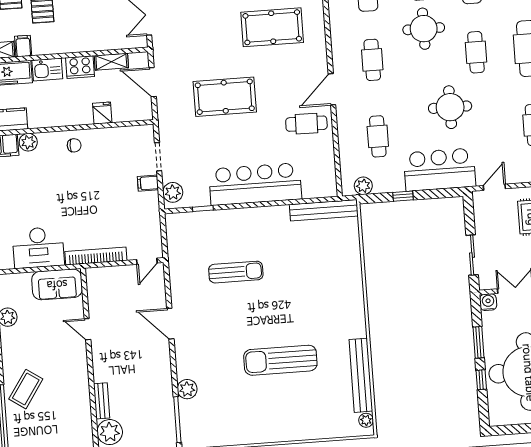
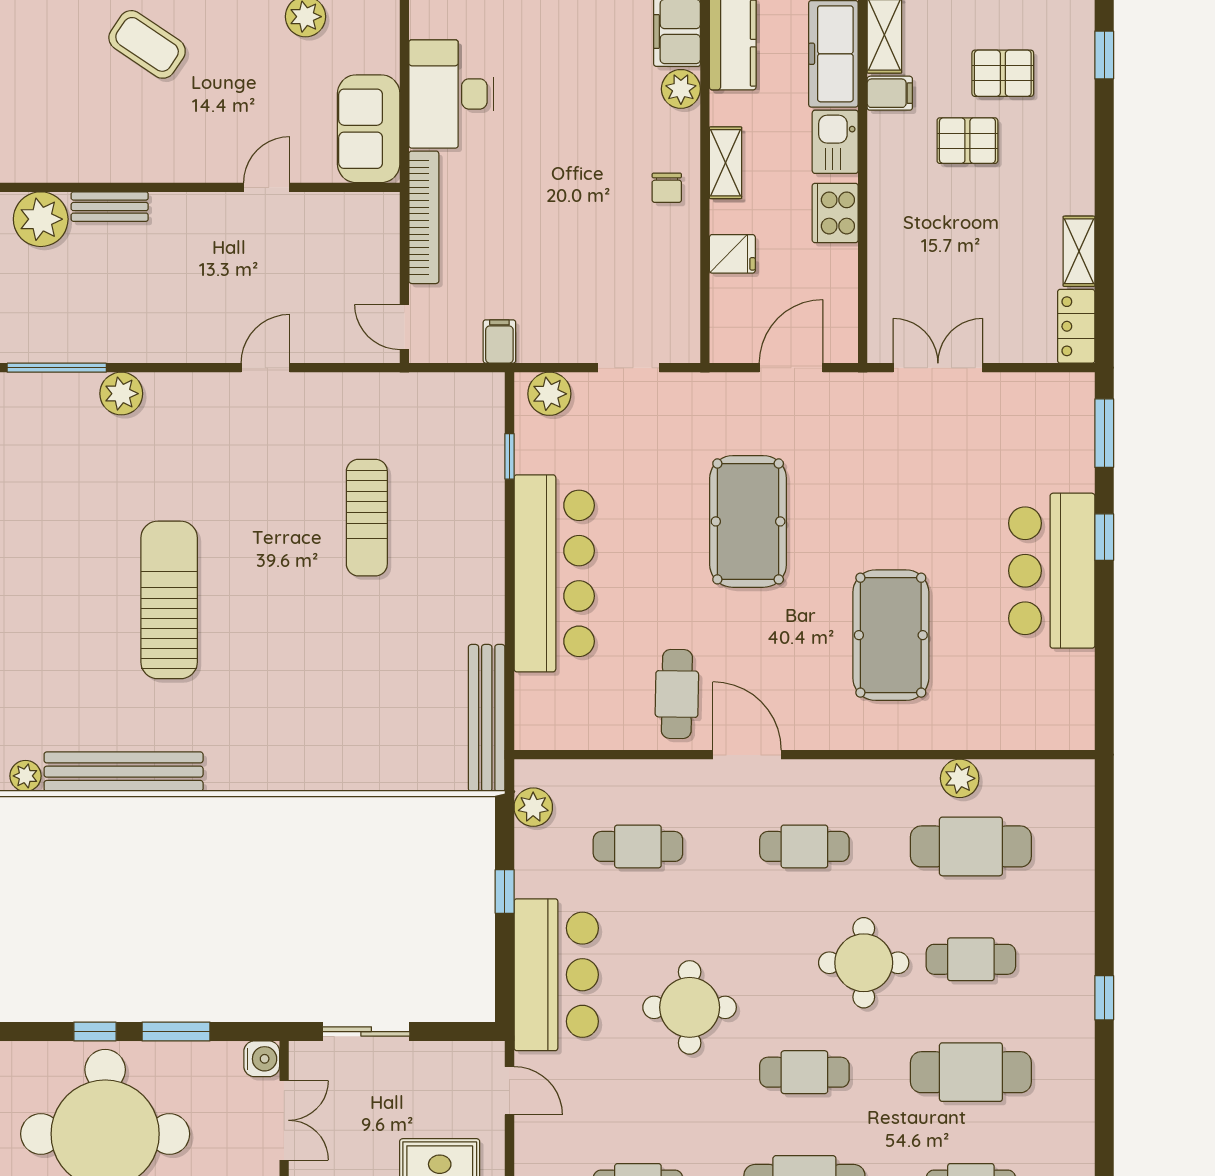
shelving: (111, 62) -> (726, 163), moved
filing cabinet: (148, 183) -> (499, 341), moved
door: (170, 324) -> (265, 368), width x0.73

